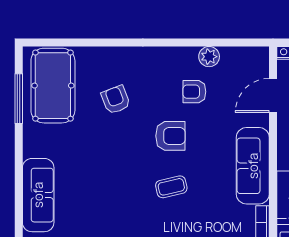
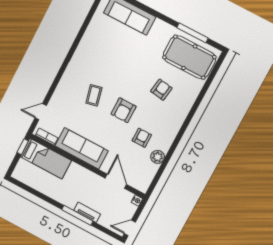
armchair: (116, 100) -> (161, 90), turned -61

